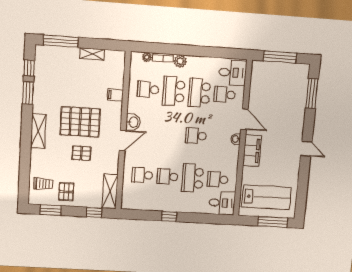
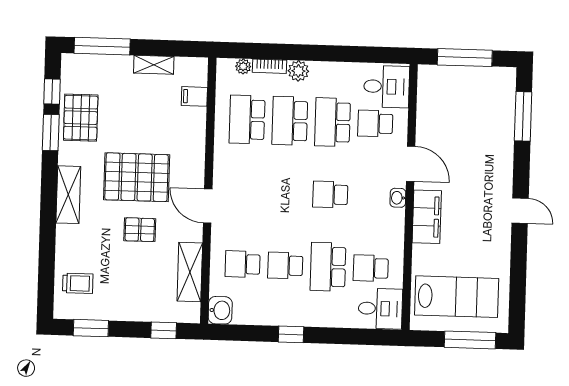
school desk: (148, 89) -> (247, 119), width x1.85
filing cabinet: (115, 95) -> (194, 96), moved
washbasin: (133, 122) -> (220, 310), moved
door: (123, 140) -> (208, 206), swing flipped
shelving: (110, 191) -> (190, 272), moved
pallet: (66, 192) -> (81, 118), moved, width x1.50, depth x1.42

